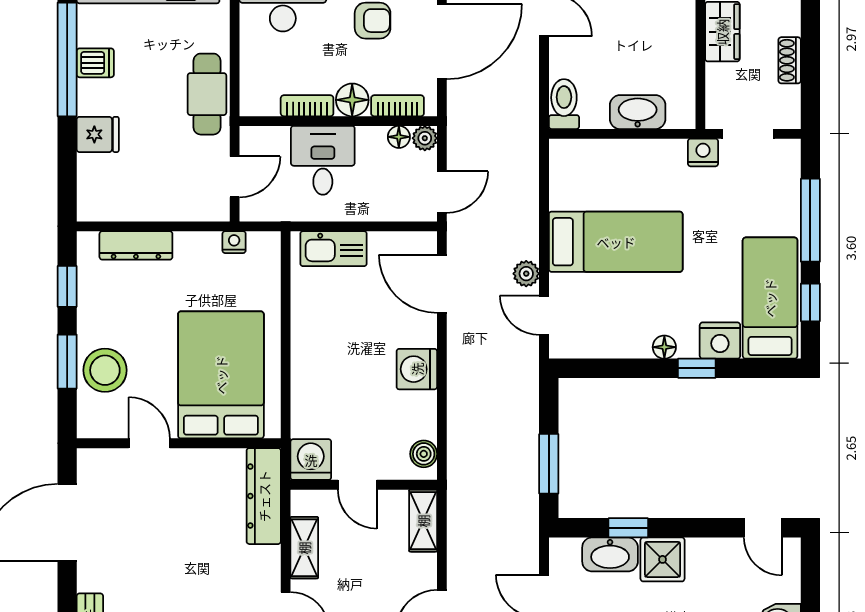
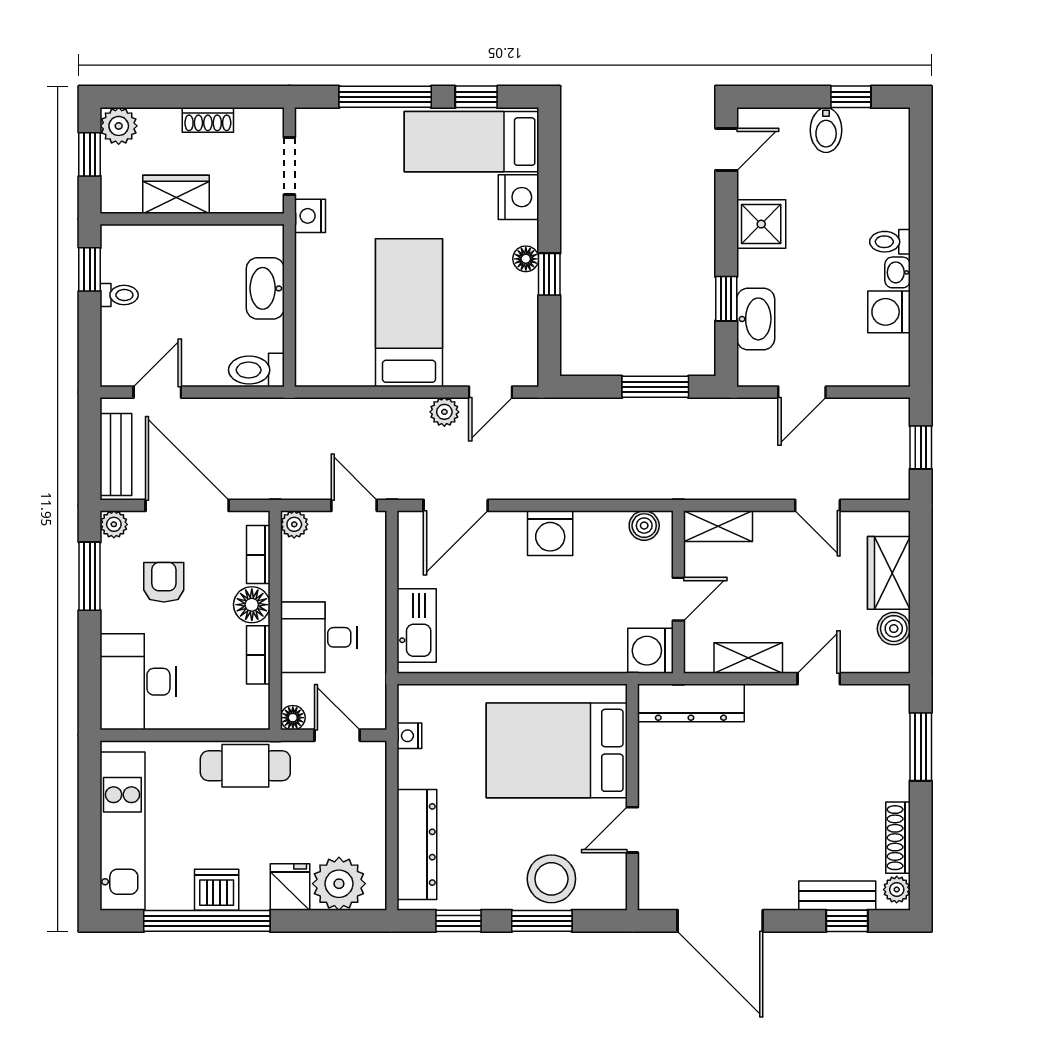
dishwasher: (95, 63) -> (217, 890), width x1.38
floor lamp: (399, 137) -> (293, 718), moved
plant: (101, 179) -> (339, 884), added
dresser: (136, 245) -> (417, 845), width x1.37, depth x1.24
window: (697, 368) -> (549, 274), moved
shower: (663, 559) -> (761, 224), moved

